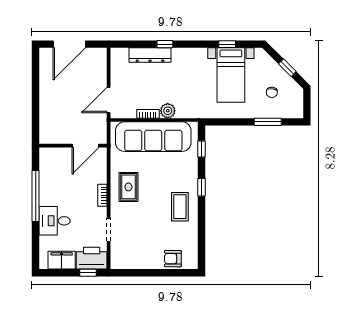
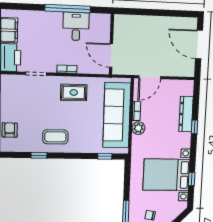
bed with nightstands: (231, 75) -> (166, 175), width x1.36
door: (109, 100) -> (150, 77), swing flipped
window: (202, 187) -> (39, 155), moved
desk: (55, 221) -> (76, 26), moved

